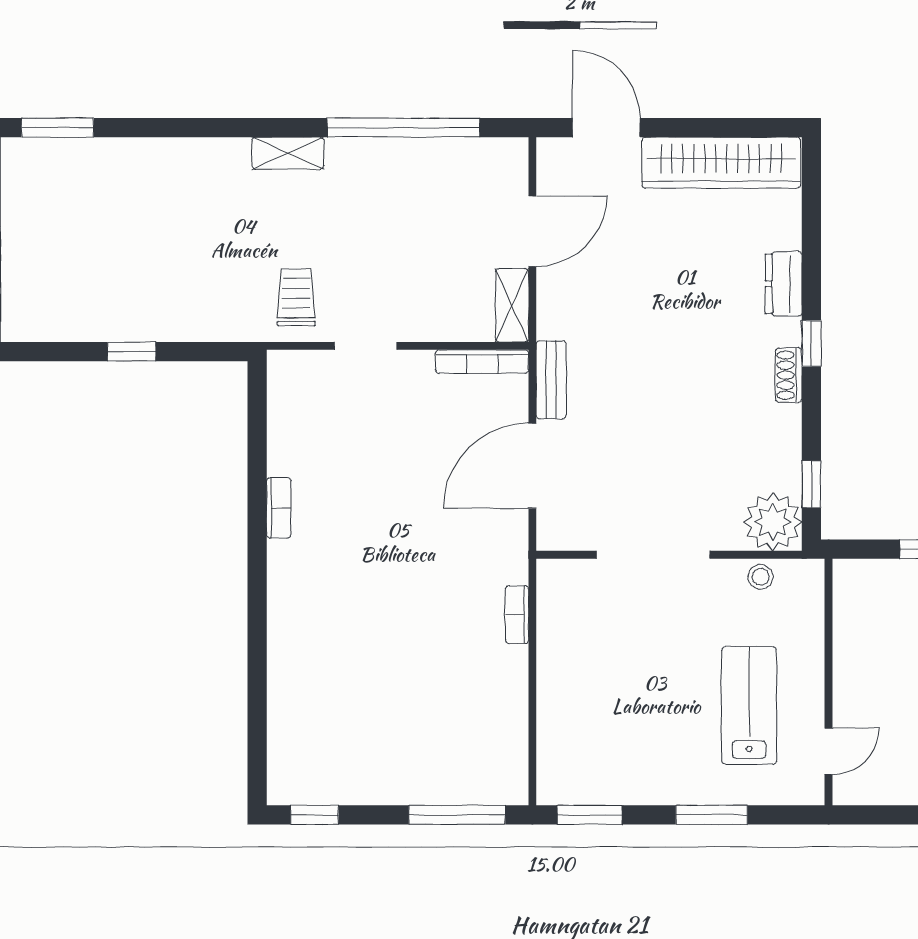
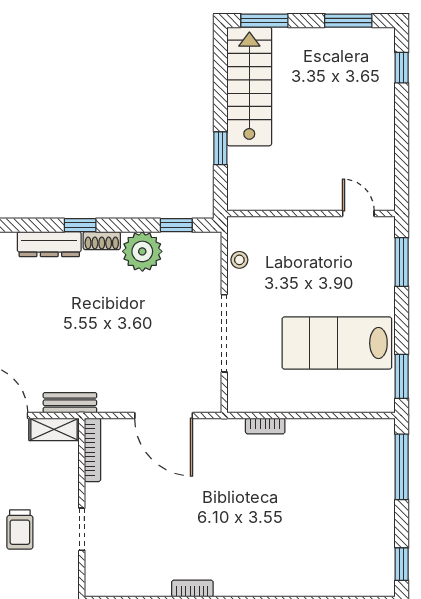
dresser: (784, 284) -> (49, 244), width x1.44
trolley: (296, 297) -> (20, 530), moved, turned -90
bench: (551, 380) -> (70, 403), moved
plant: (773, 522) -> (142, 251), moved
lab bench: (749, 706) -> (337, 343), moved, width x1.36, depth x1.39
window: (712, 815) -> (402, 262), moved

